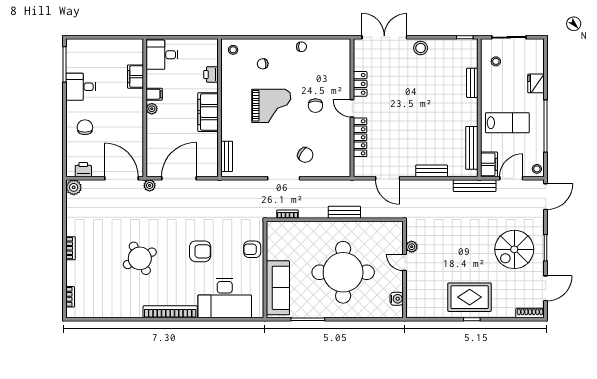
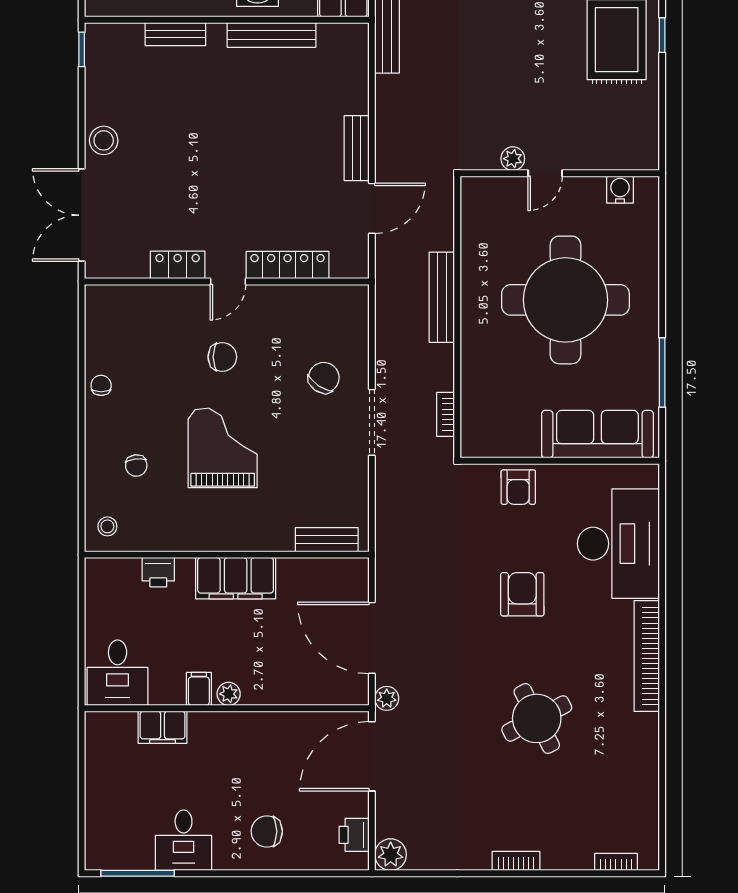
bench: (472, 148) -> (271, 35), moved
bench: (432, 171) -> (357, 148), moved
bench: (344, 212) -> (442, 297), width x1.36

